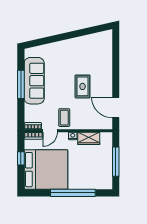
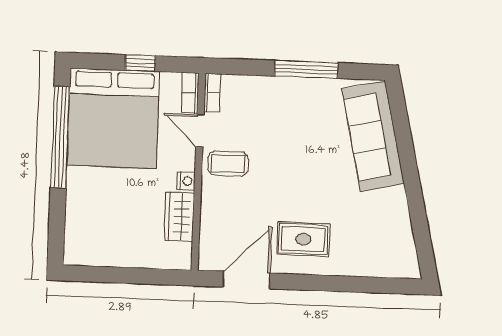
sofa: (34, 81) -> (373, 136), moved, turned 77
rug: (83, 86) -> (303, 239), moved
window: (116, 162) -> (125, 275), removed
window: (73, 193) -> (60, 137), moved

